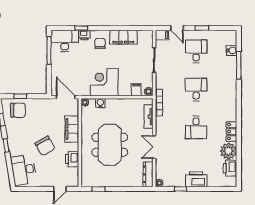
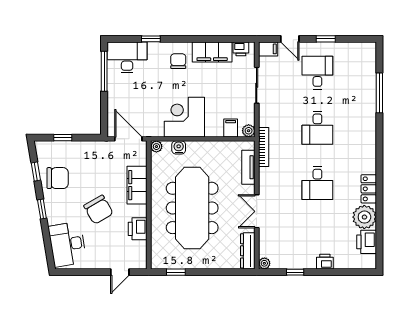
printer: (85, 35) -> (241, 49), moved
water cooler: (232, 51) -> (369, 71), removed
desk: (196, 89) -> (317, 128), turned 180
chair: (18, 110) -> (58, 178), moved
meeting table: (110, 145) -> (192, 208), width x1.36
printer: (196, 179) -> (325, 262), width x0.53, depth x0.68

